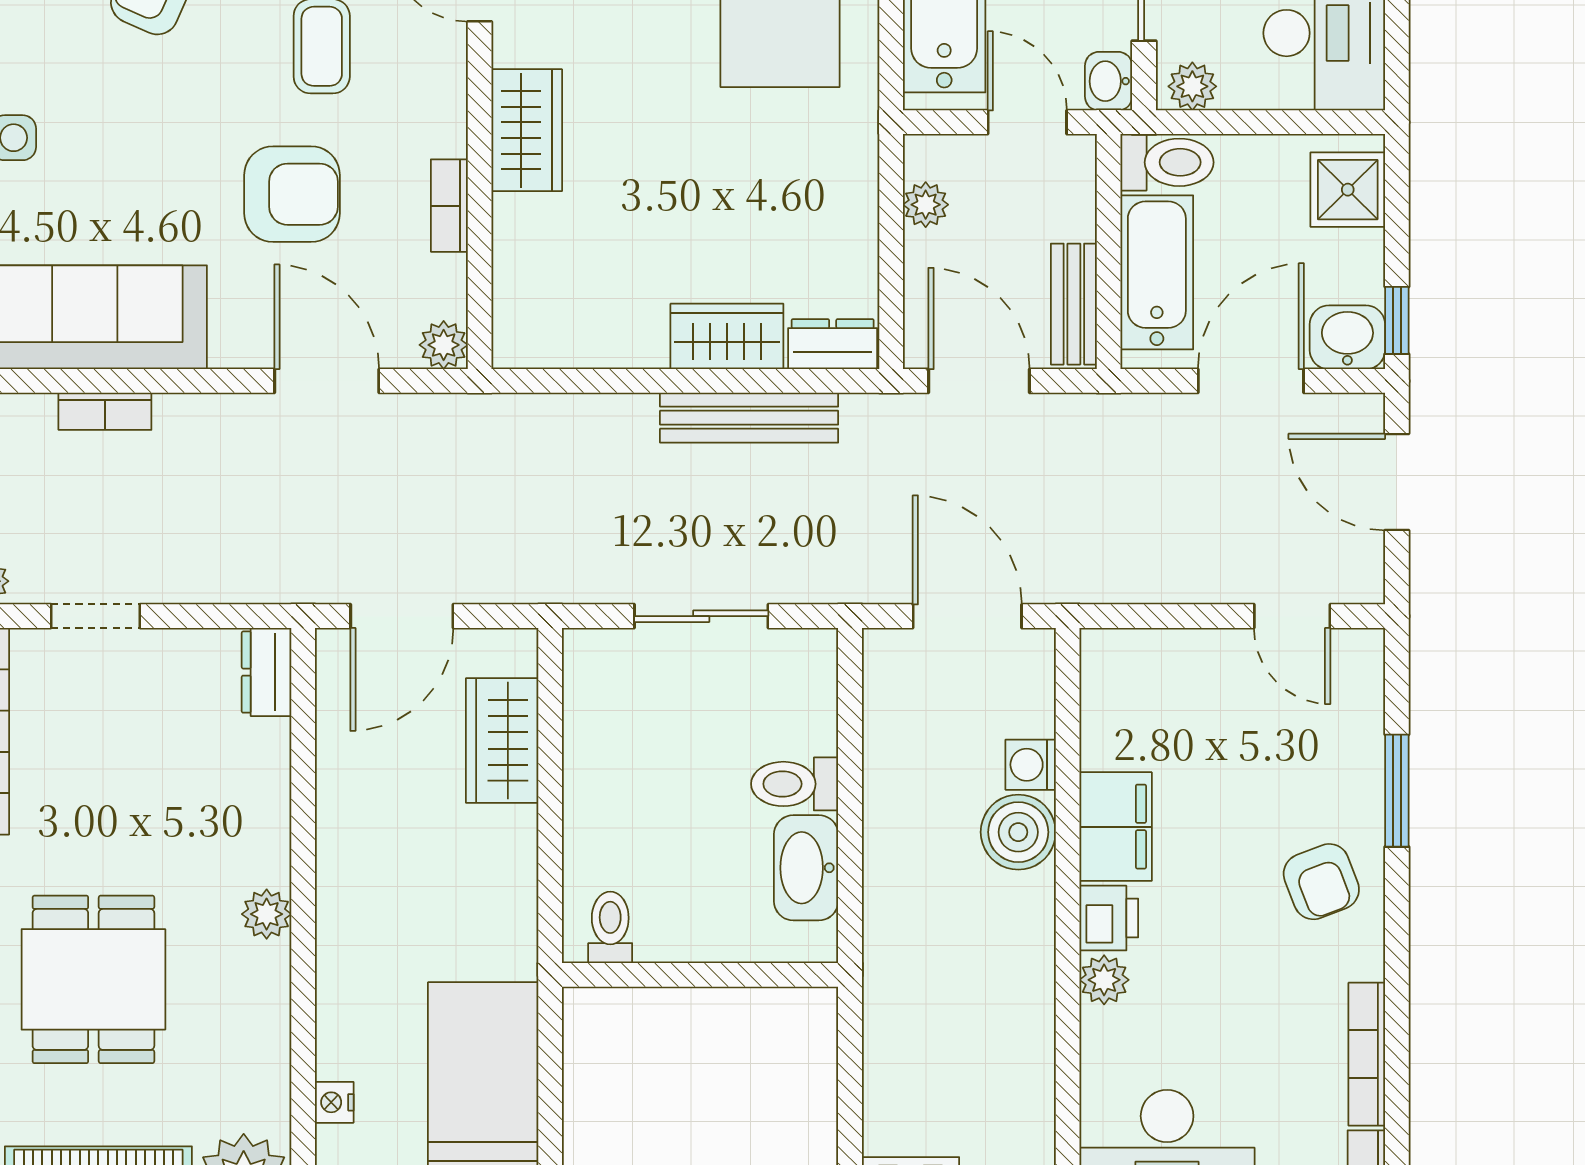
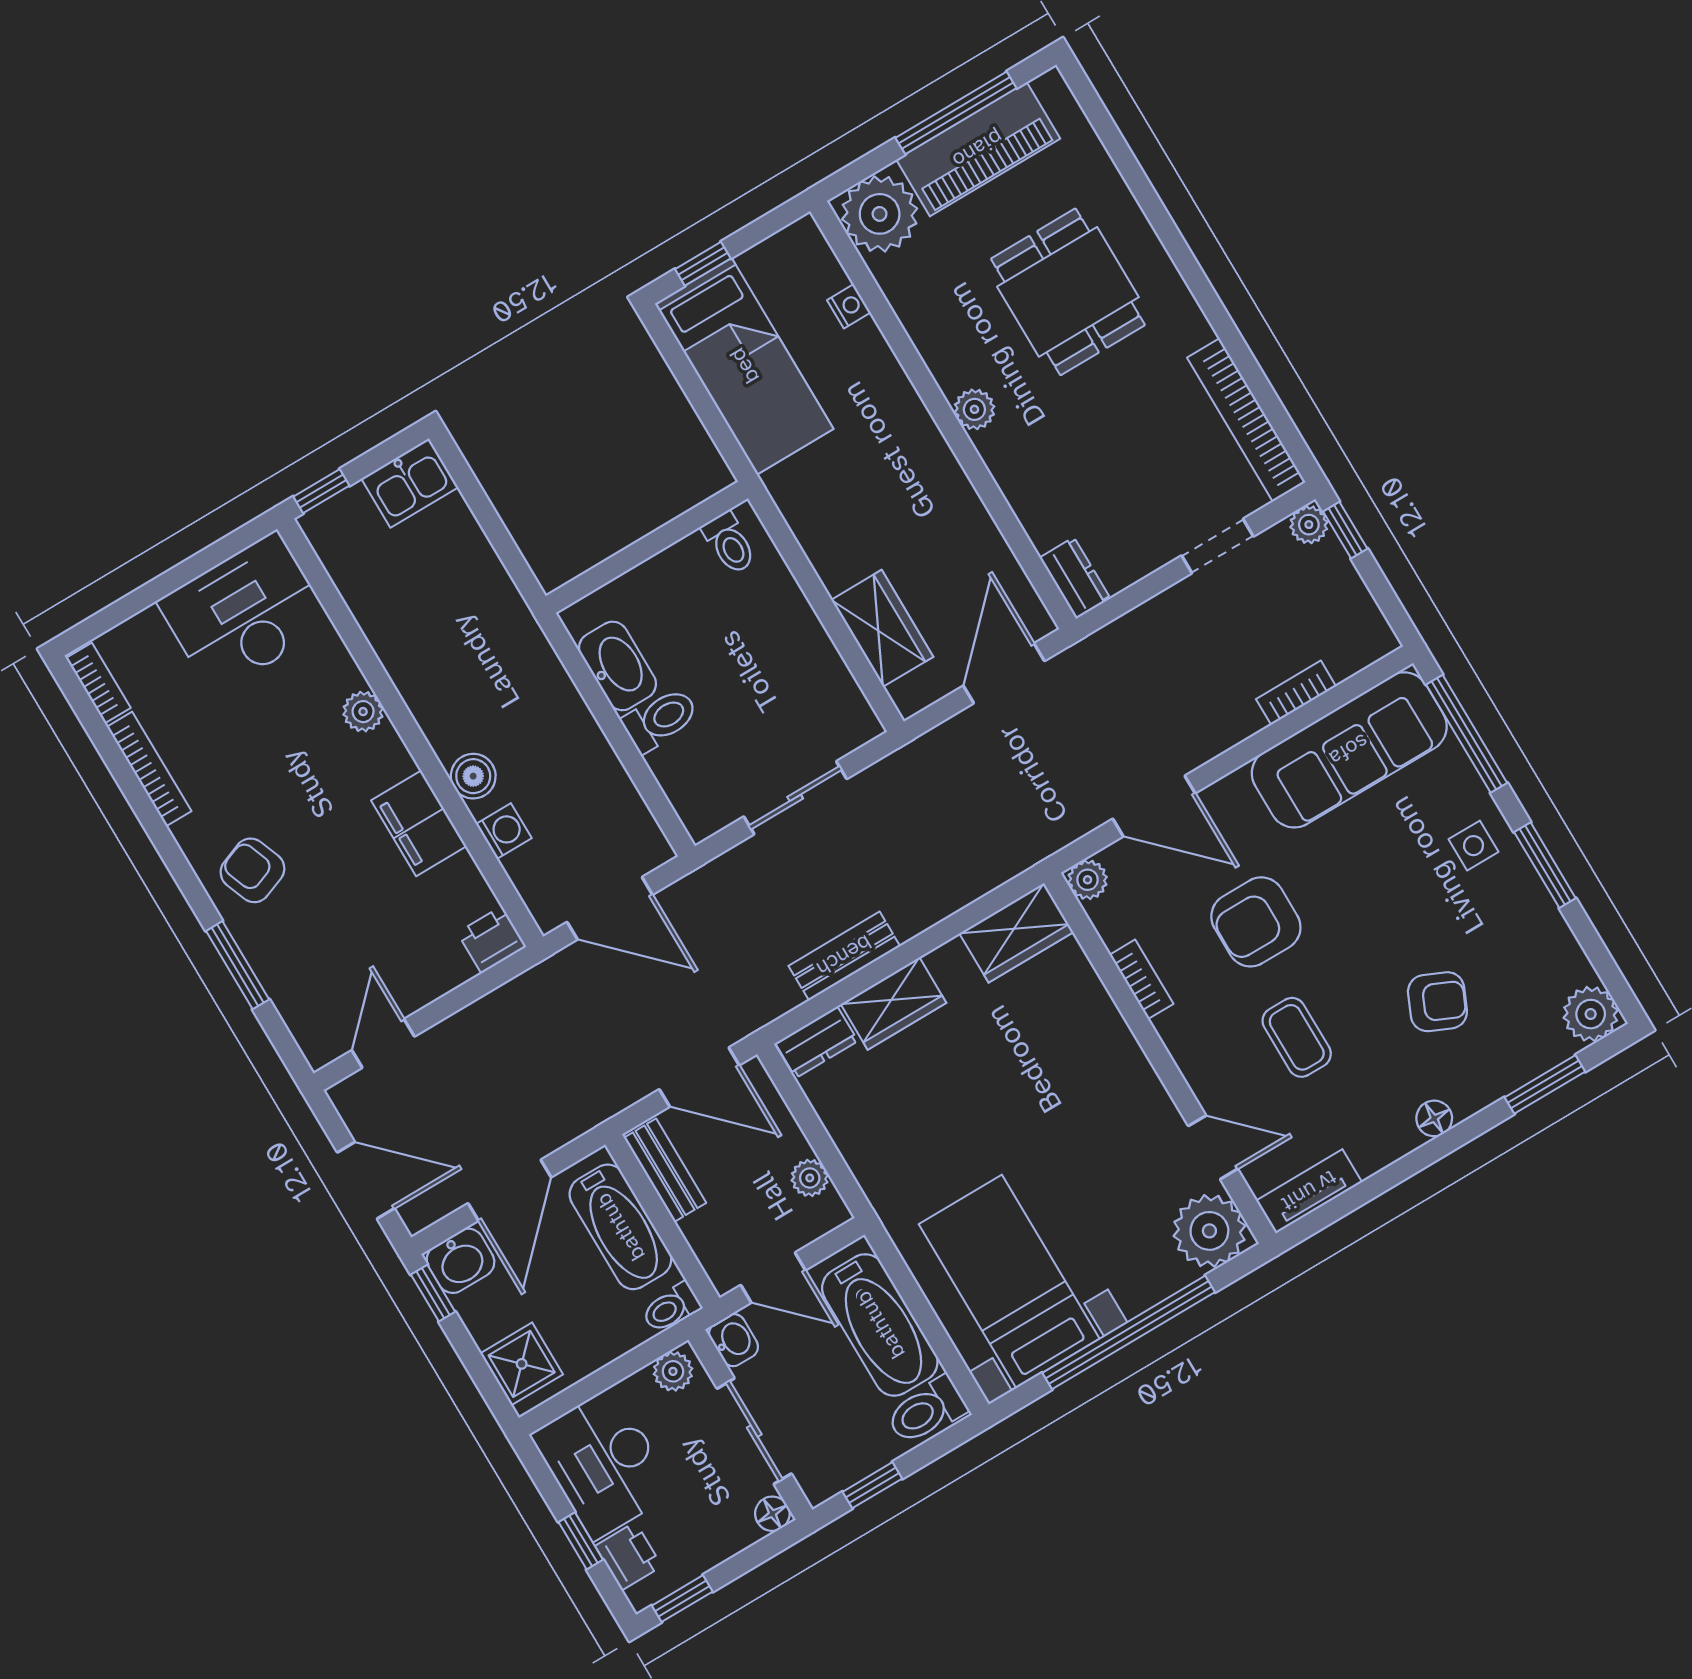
wardrobe: (527, 130) -> (1016, 933), moved, turned -90
toilet: (1167, 162) -> (671, 1308), width x0.73, depth x0.72
bench: (749, 418) -> (844, 956), width x0.73
door: (1292, 616) -> (383, 1043), hinge flipped
boiler: (1018, 832) -> (473, 776), width x0.73, depth x0.73
printer: (1109, 918) -> (492, 940), moved, turned 90

